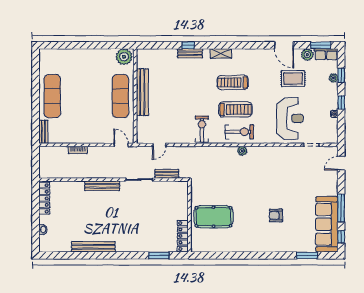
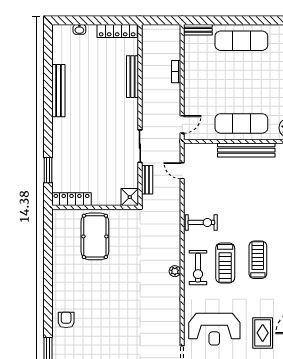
bench: (102, 186) -> (132, 77), moved
shower: (181, 188) -> (130, 197), added
armchair: (276, 215) -> (66, 320), moved

